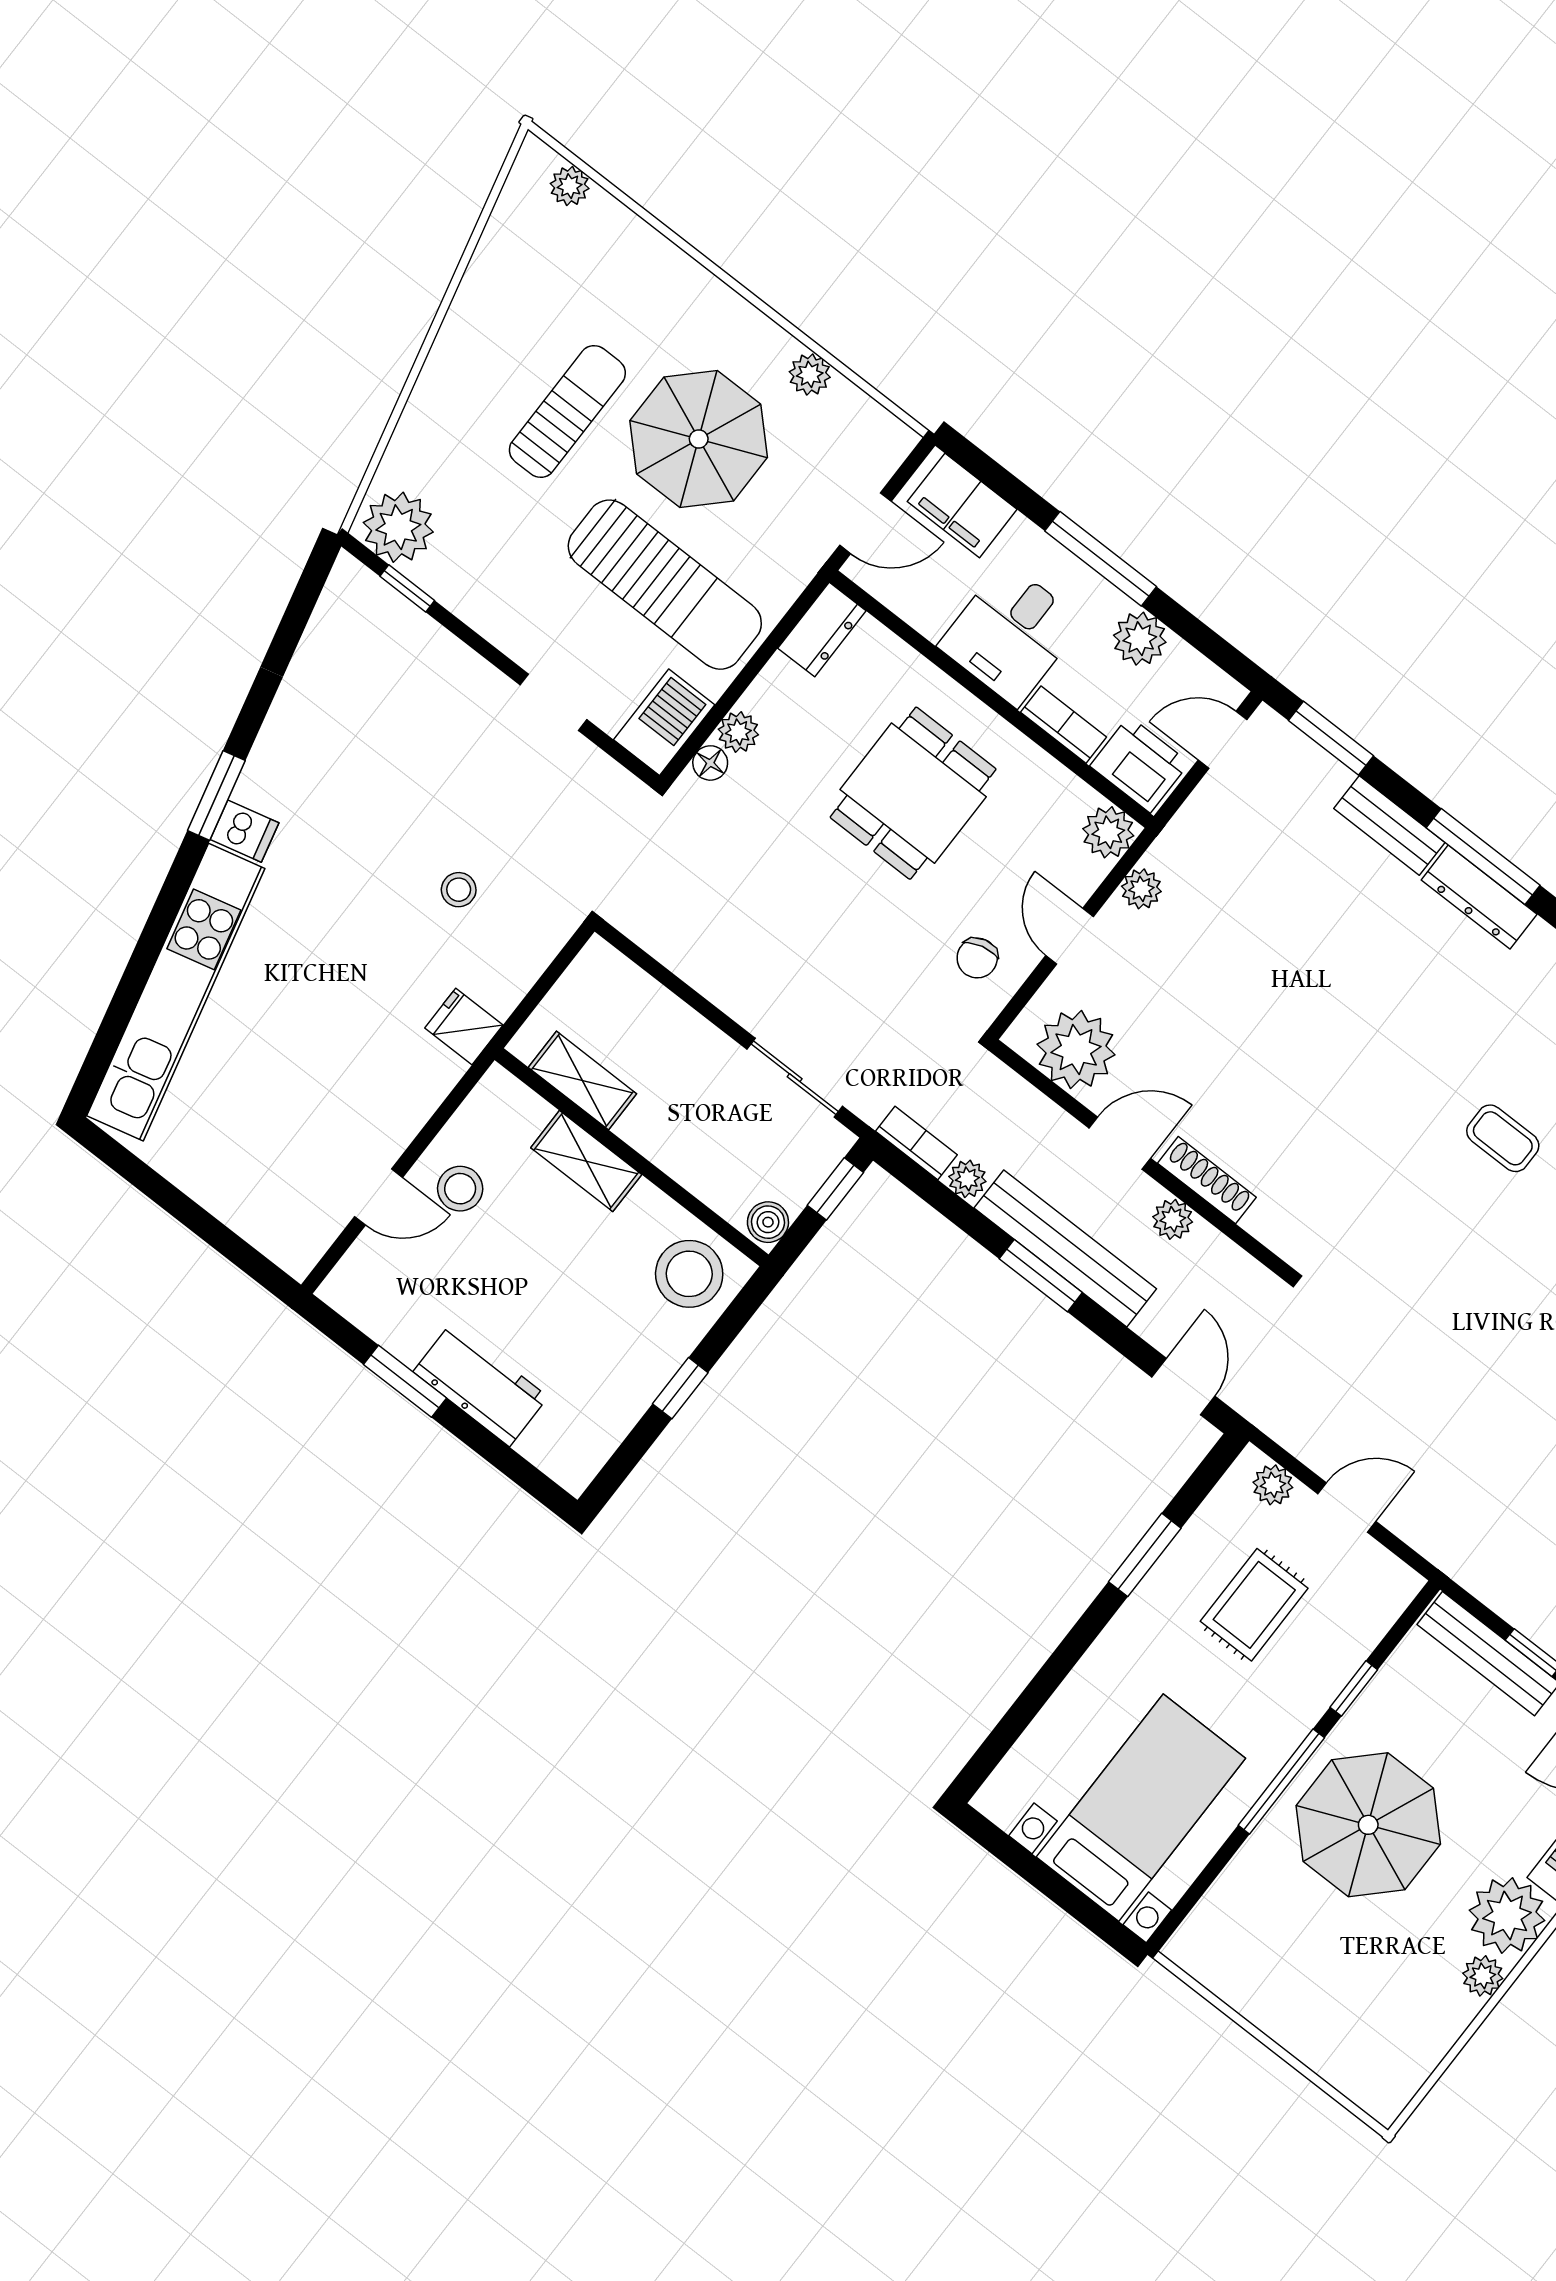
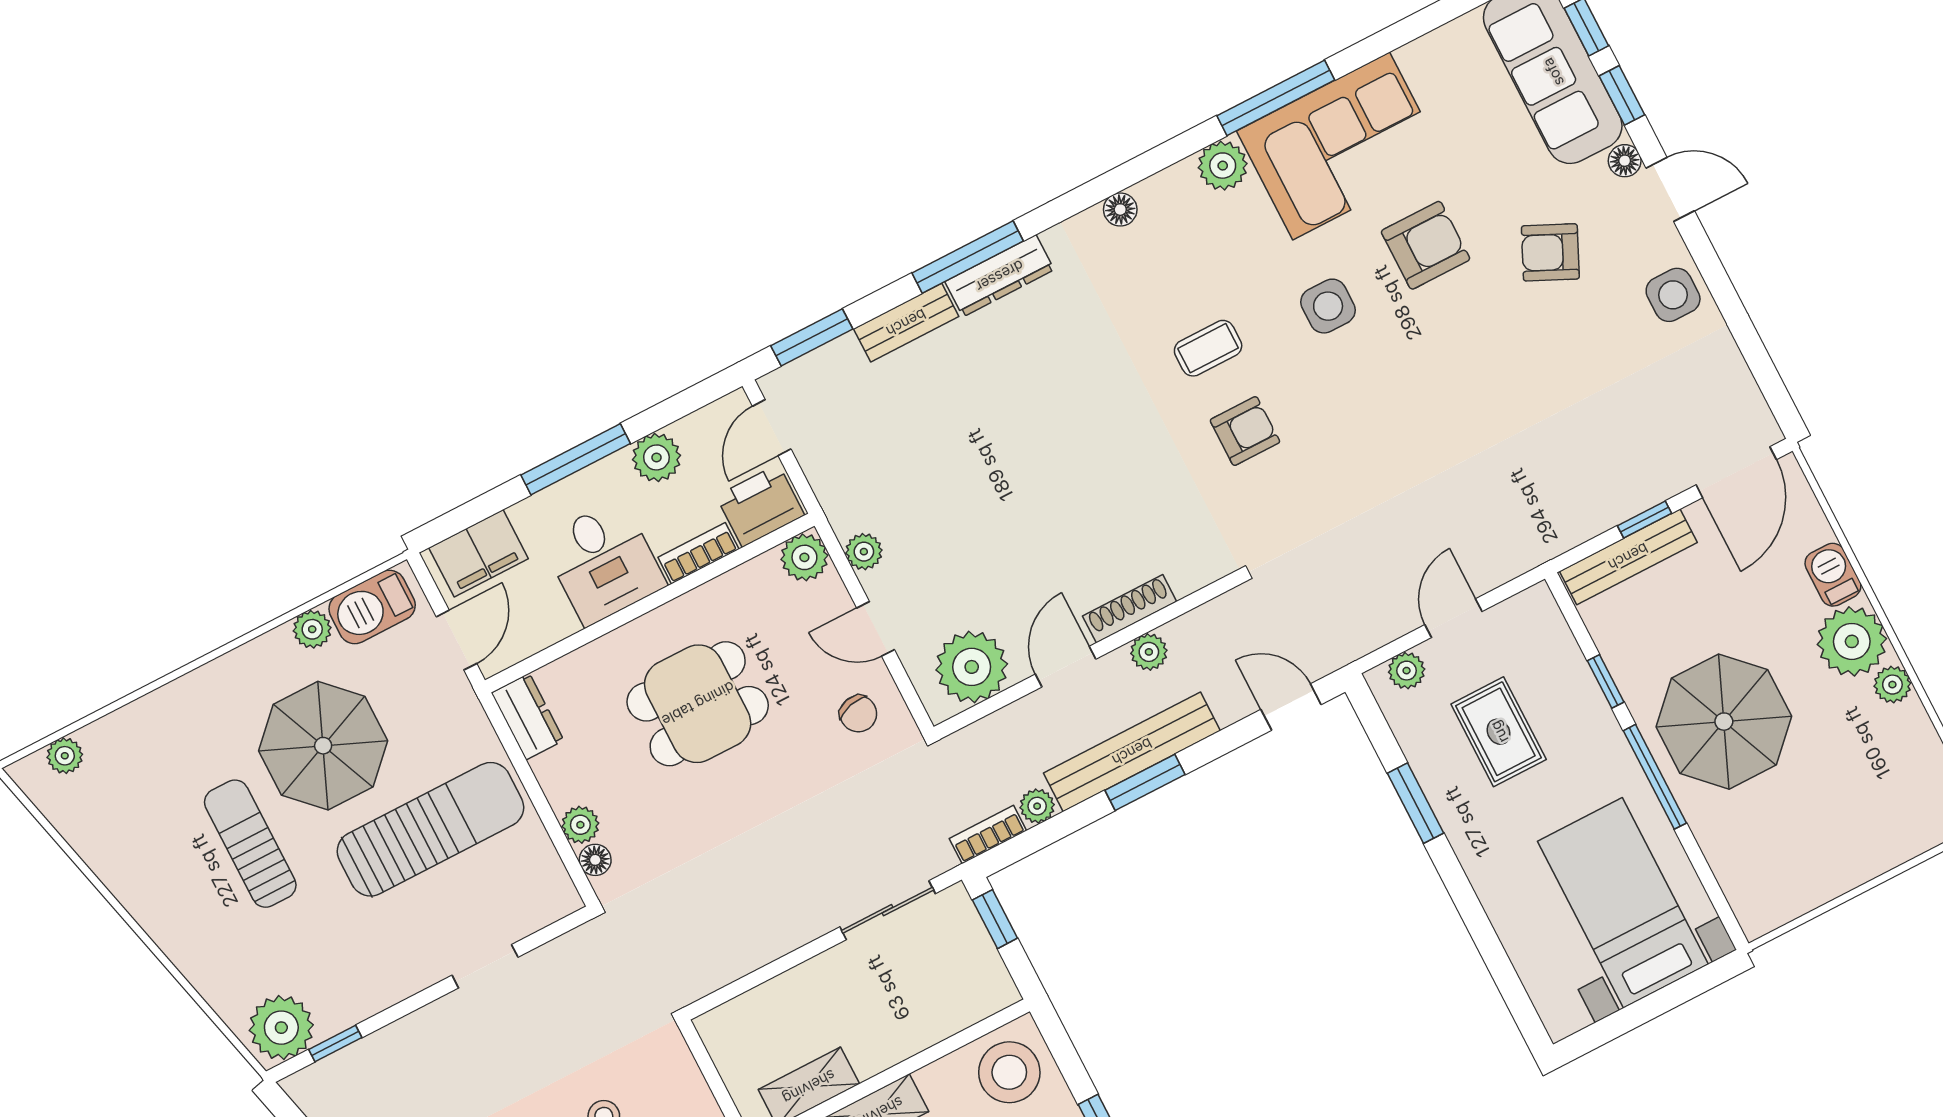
barbecue: (664, 722) -> (372, 607), moved, turned -90
dining table: (913, 793) -> (698, 704), turned 90
armchair: (1437, 1213) -> (1245, 431), added
boiler: (768, 1222) -> (997, 987), removed

